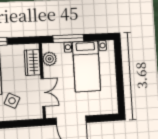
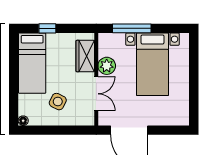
plant: (50, 59) -> (107, 66), moved

